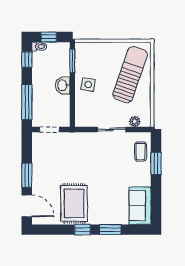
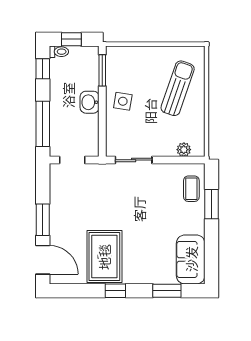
sun lounger: (130, 75) -> (178, 88), width x0.73, depth x0.75
sliding door: (111, 129) -> (134, 160), moved
window: (110, 230) -> (167, 291), moved

